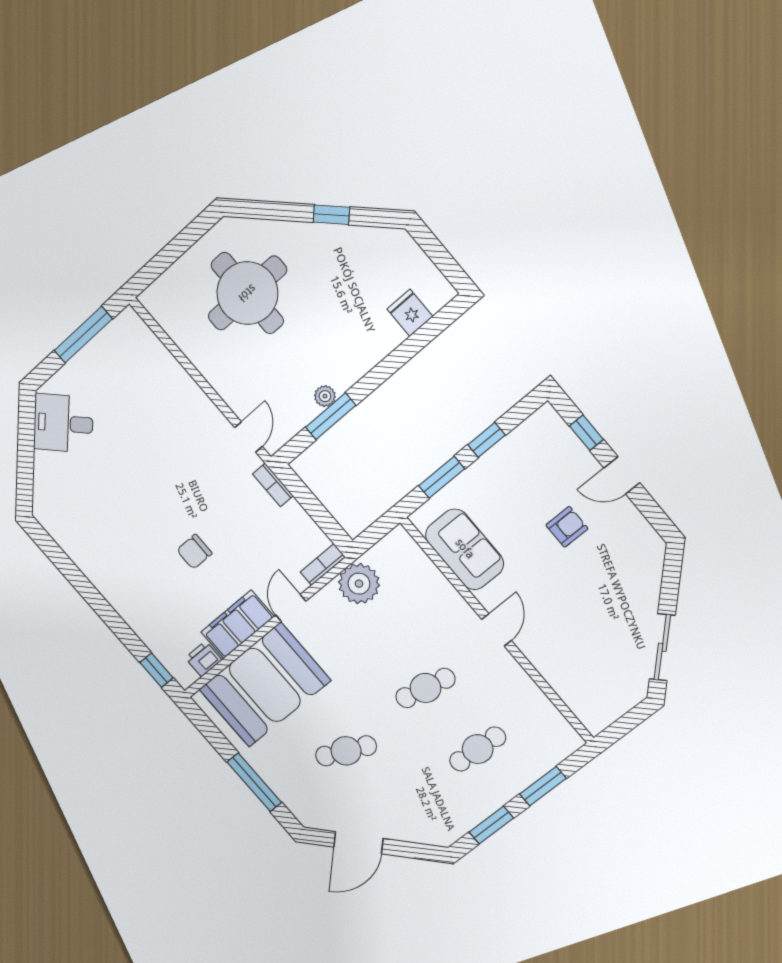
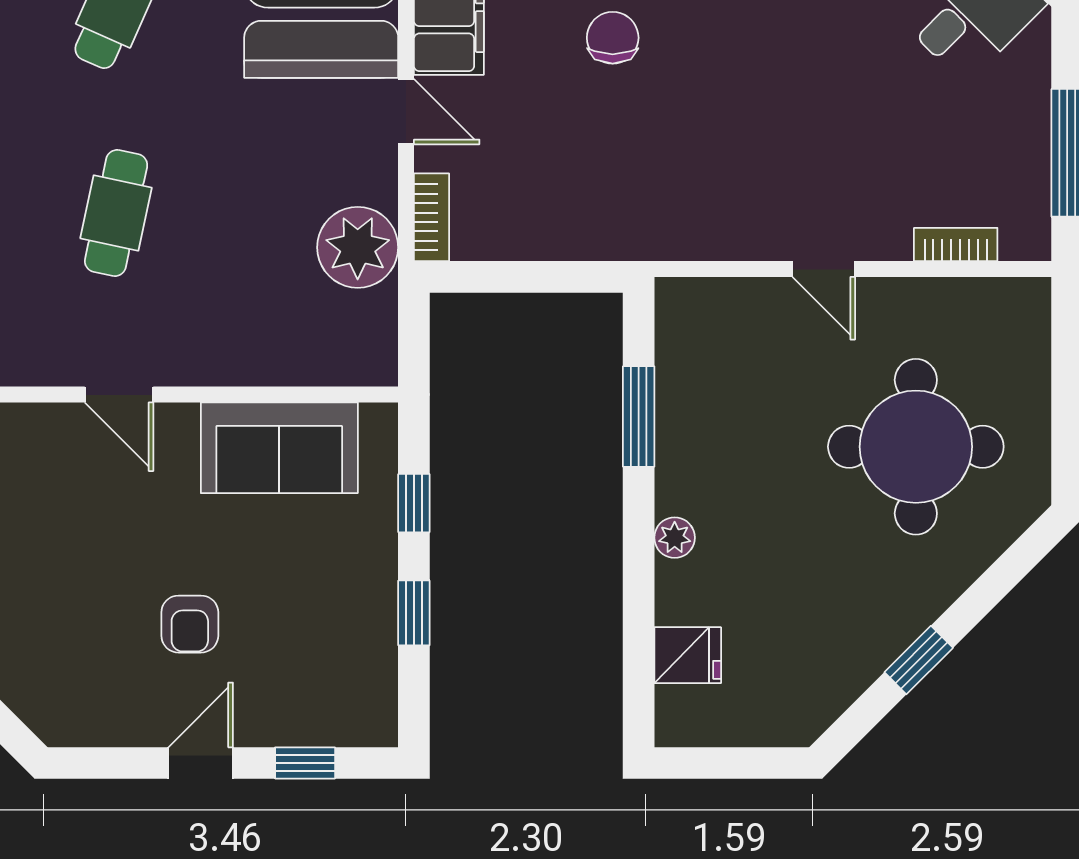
plant: (325, 396) -> (675, 538), moved
door: (248, 437) -> (824, 269), moved
window: (442, 477) -> (414, 503), width x0.67
bookcase: (273, 485) -> (956, 245), moved

